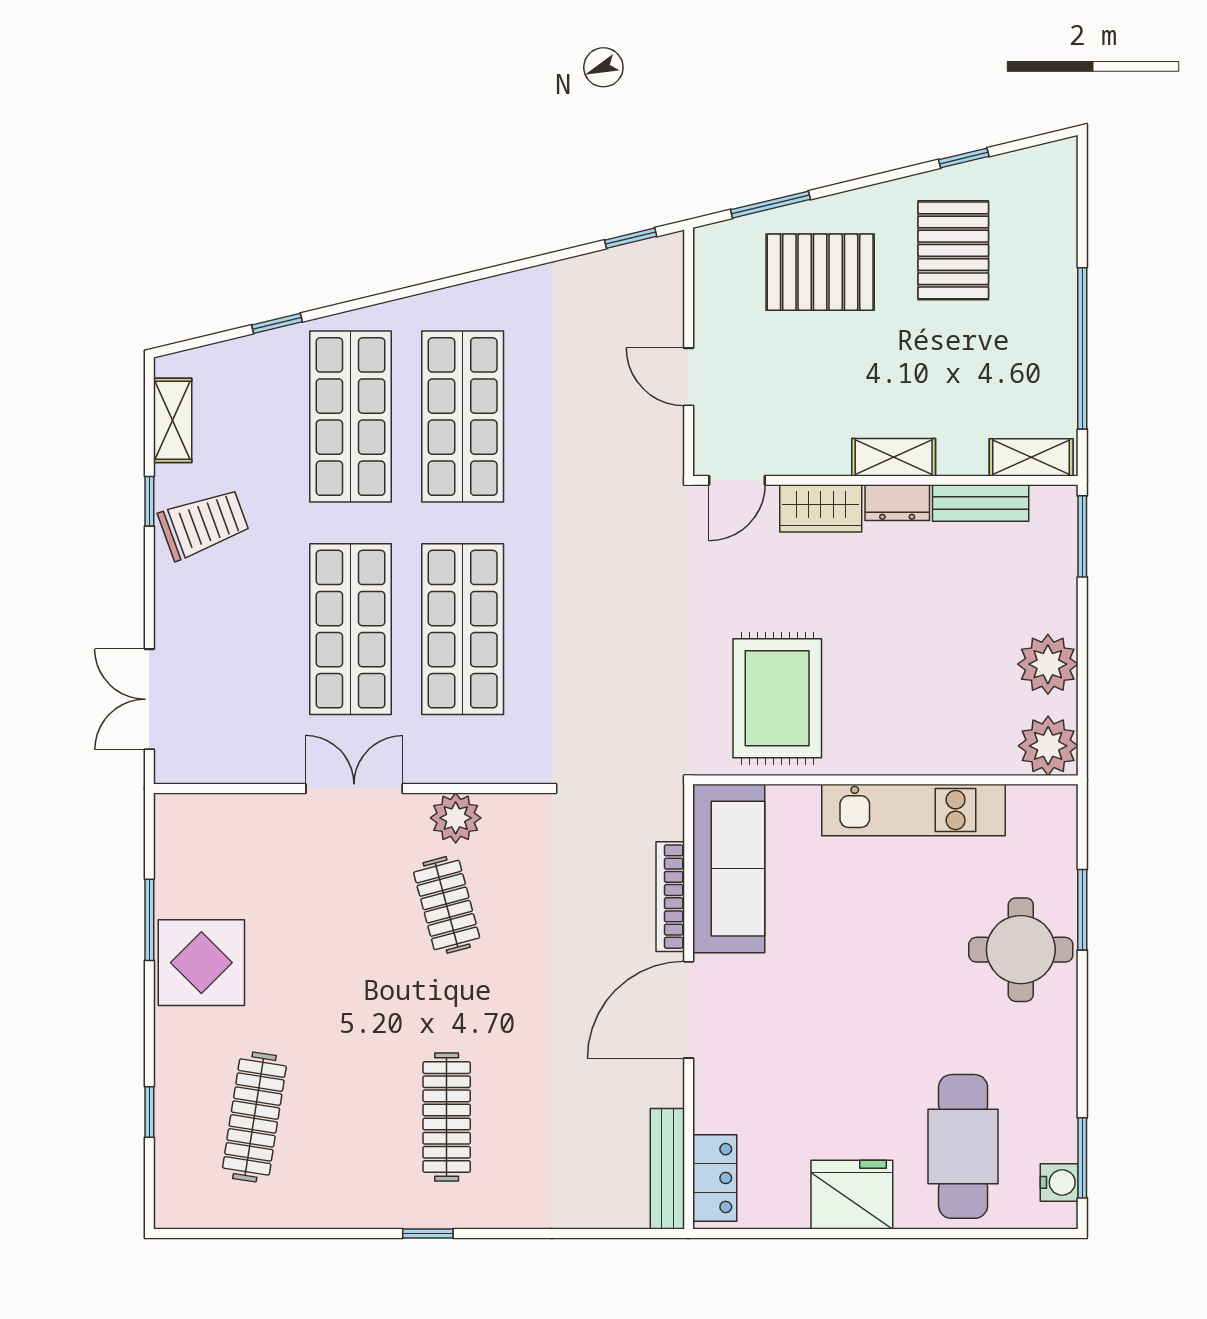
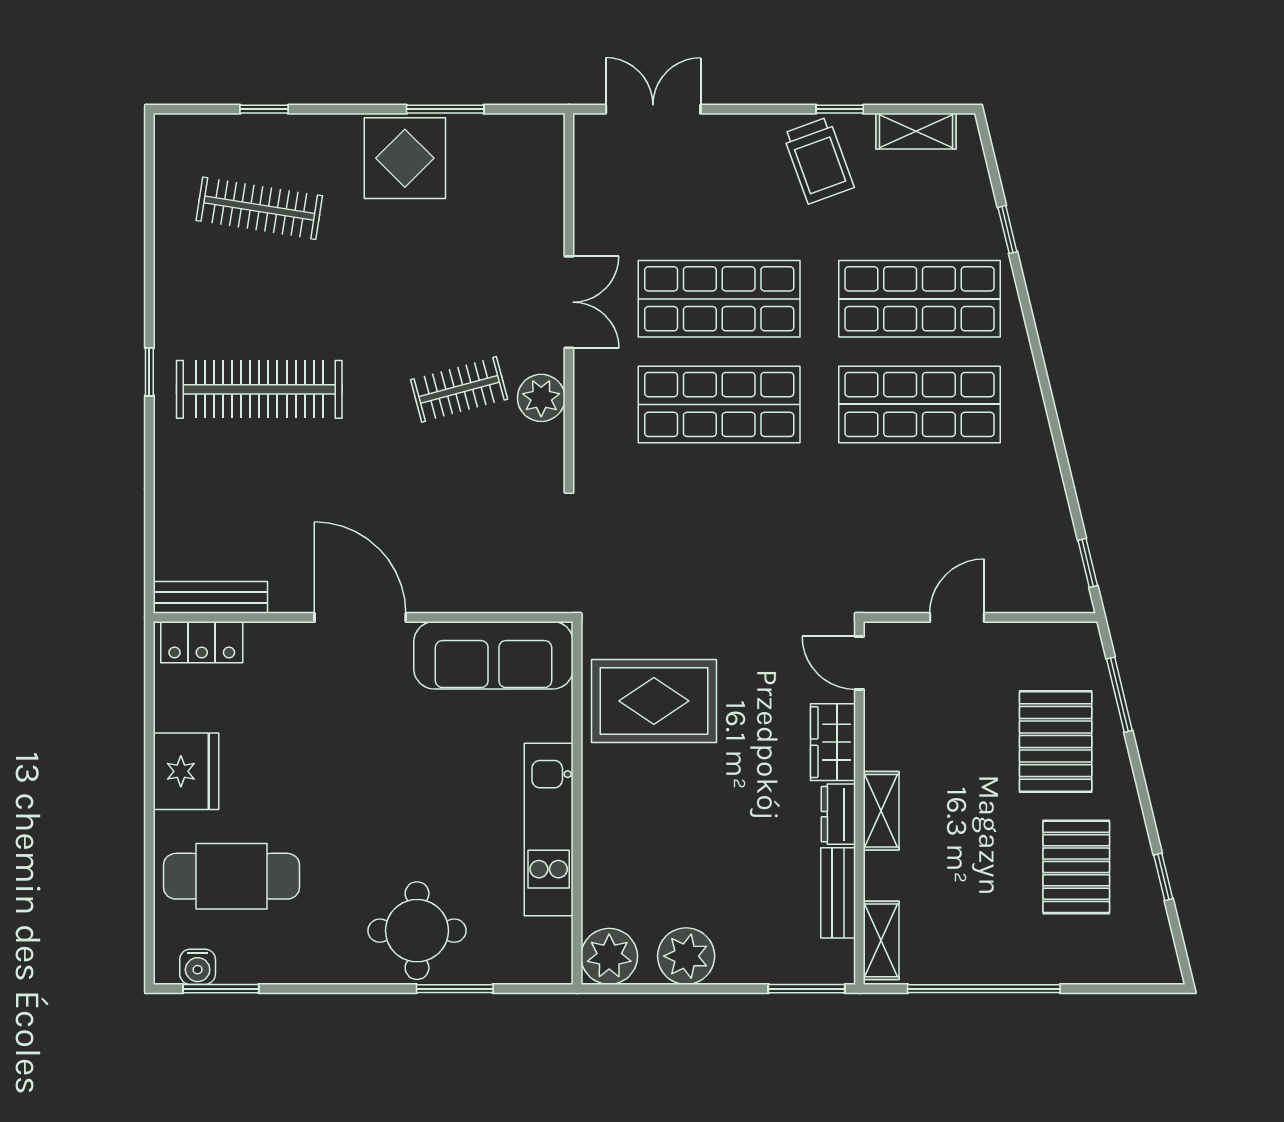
pallet: (953, 250) -> (1076, 867), turned 90
bookcase: (670, 897) -> (467, 600), removed
clothes rail: (447, 1117) -> (259, 389), width x1.37, depth x1.31

